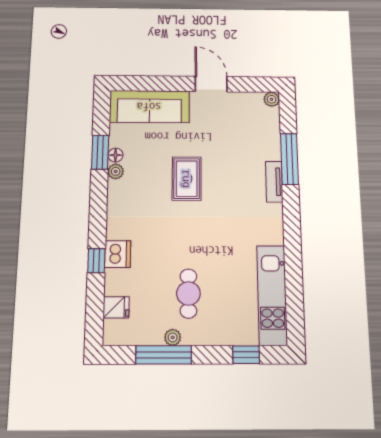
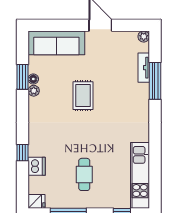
tv unit: (274, 182) -> (144, 68), moved
dishwasher: (118, 254) -> (37, 166), moved
fridge: (116, 307) -> (37, 201), moved
plant: (173, 337) -> (74, 203), removed

